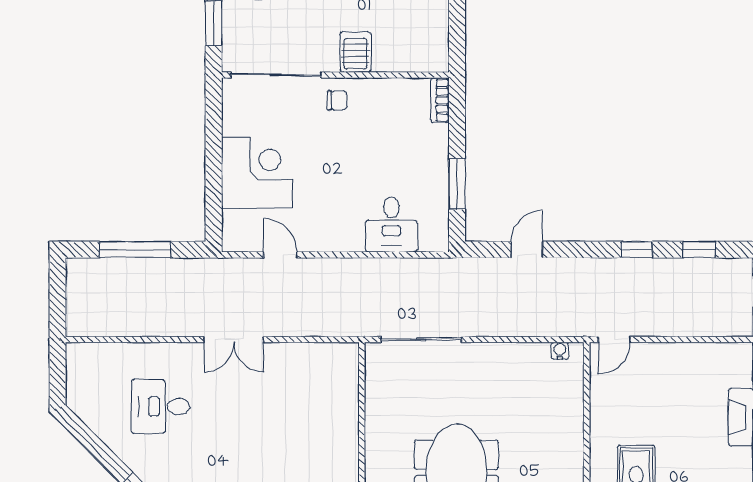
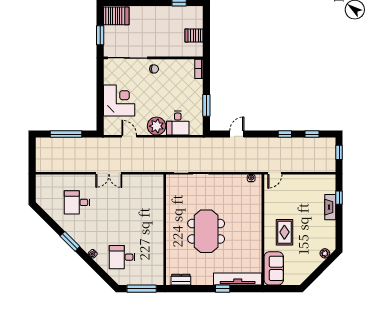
server rack: (356, 52) -> (194, 36), moved, turned -90
plant: (343, 231) -> (157, 126), added

